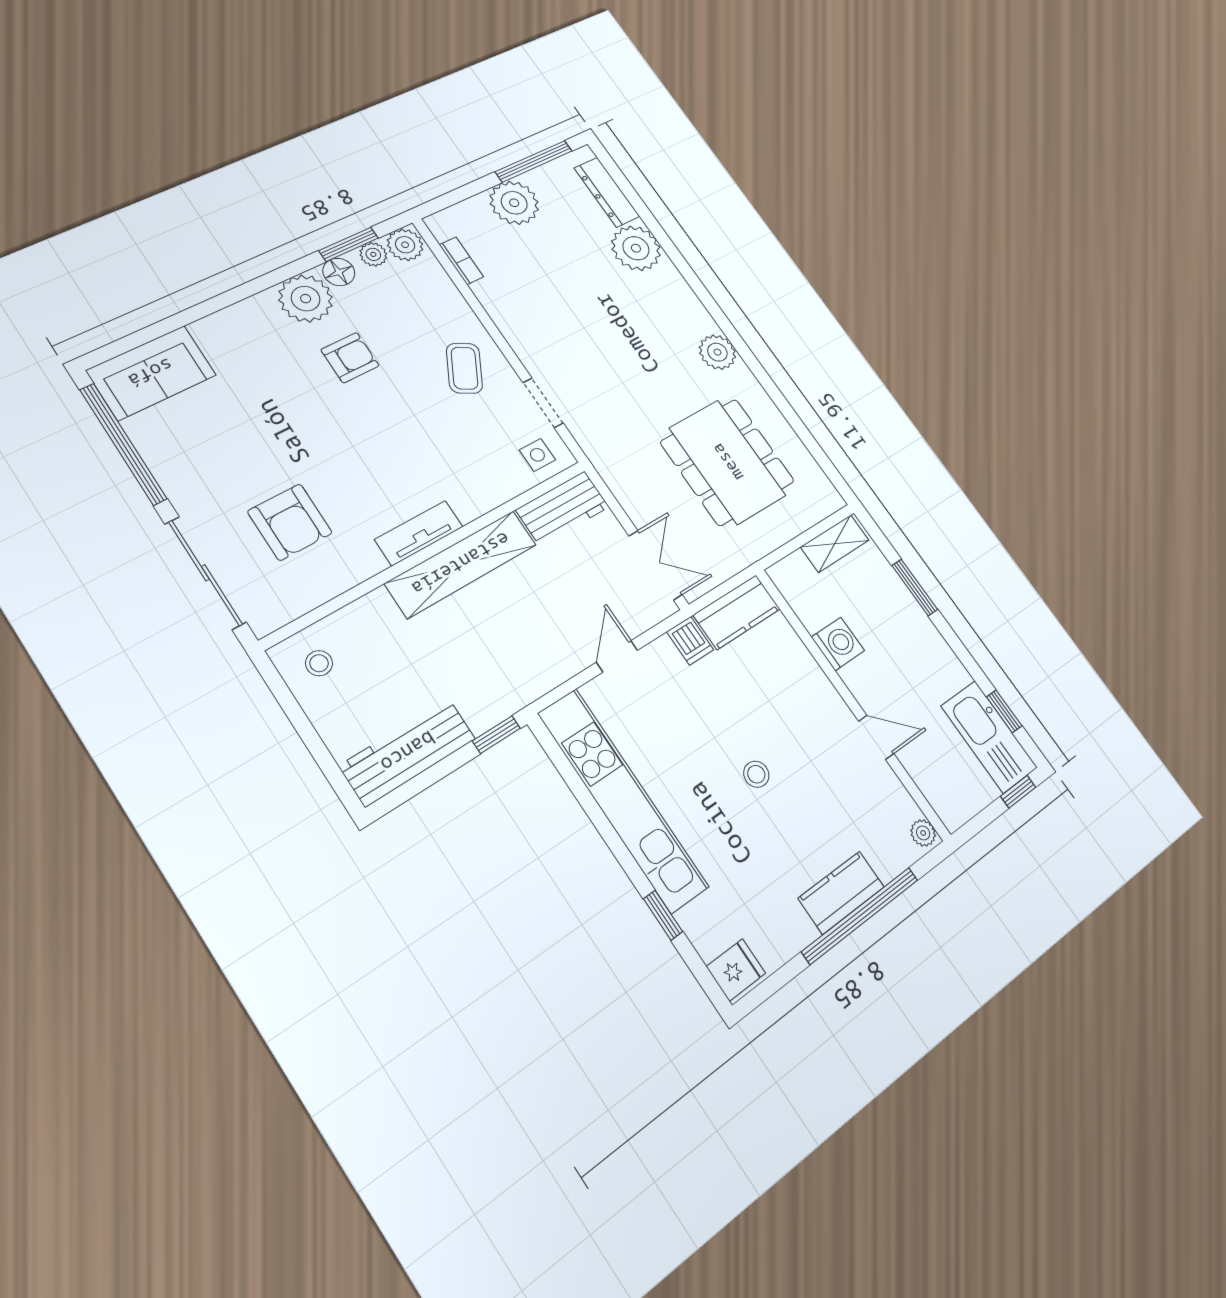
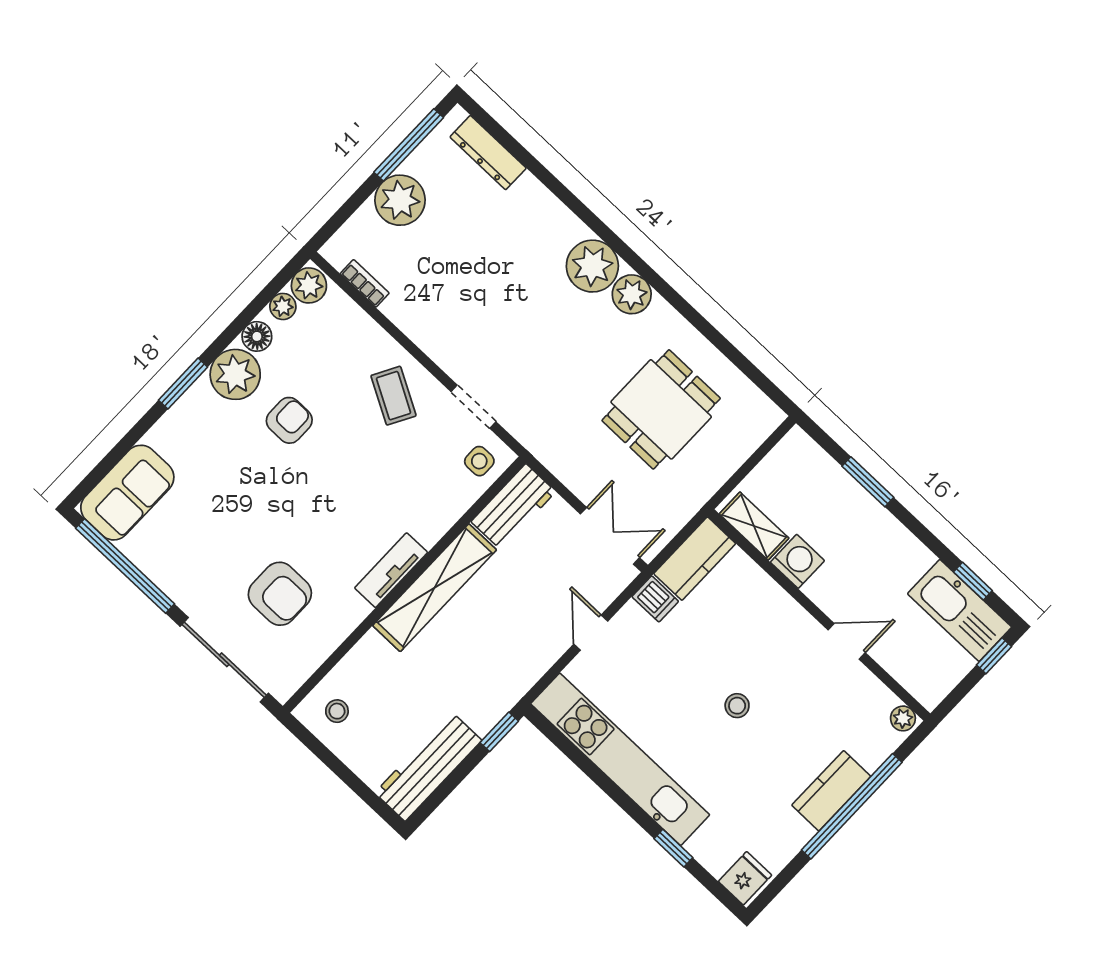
window: (349, 244) -> (183, 384), moved
plant: (636, 248) -> (592, 266), moved
dining table: (727, 462) -> (661, 409), width x0.73
shelving: (835, 544) -> (754, 526), moved, turned 90

